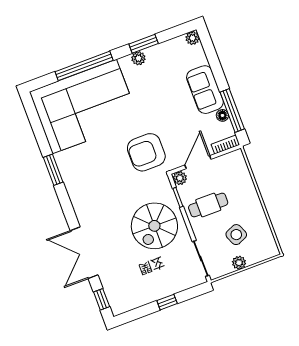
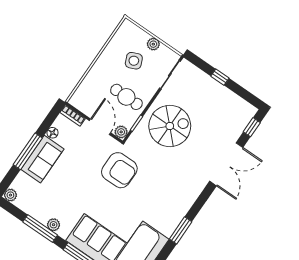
window: (144, 44) -> (40, 228), width x1.44
window: (232, 110) -> (28, 151), moved
door: (198, 162) -> (100, 127), swing flipped

